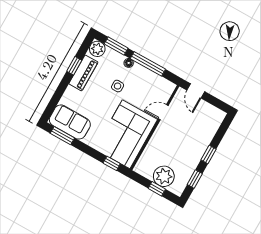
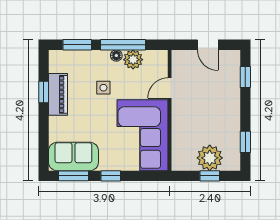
plant: (97, 49) -> (133, 60), moved
floor lamp: (129, 63) -> (116, 56), moved
door: (196, 91) -> (208, 45), moved
window: (209, 155) -> (245, 77), moved
window: (112, 163) -> (111, 176), moved

